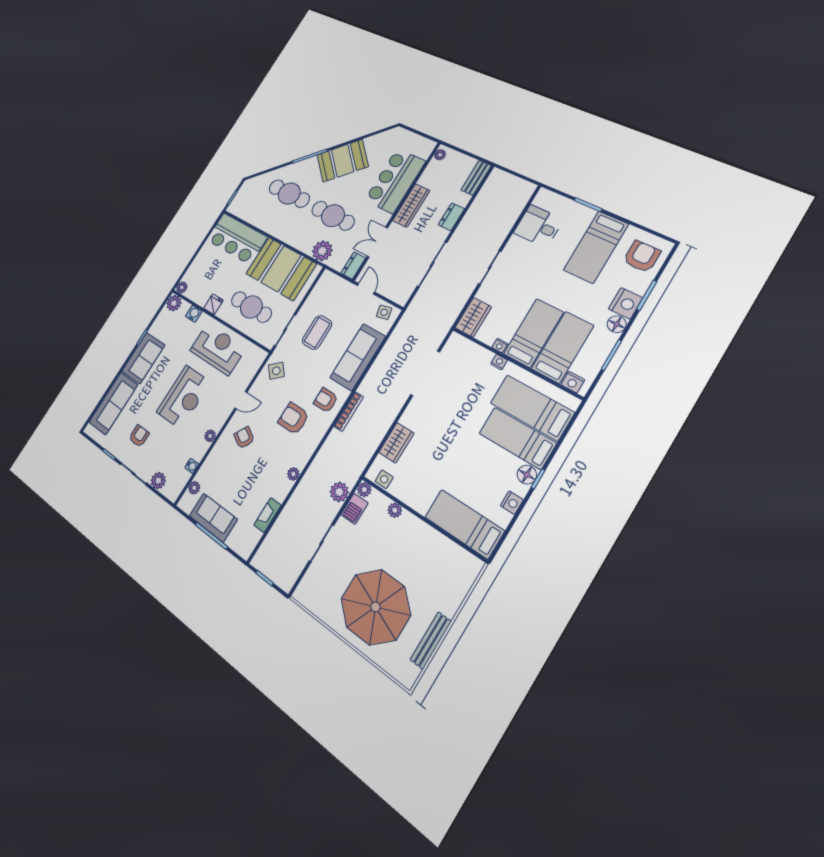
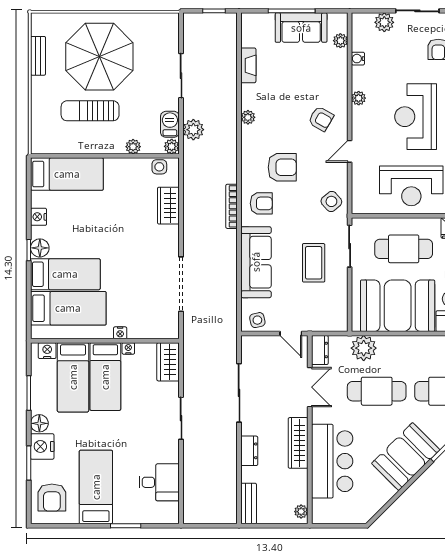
sun lounger: (412, 565) -> (90, 111), added
bench: (431, 640) -> (38, 56), width x0.73

